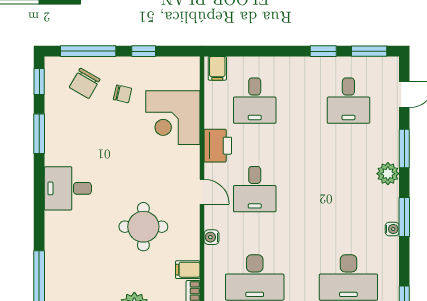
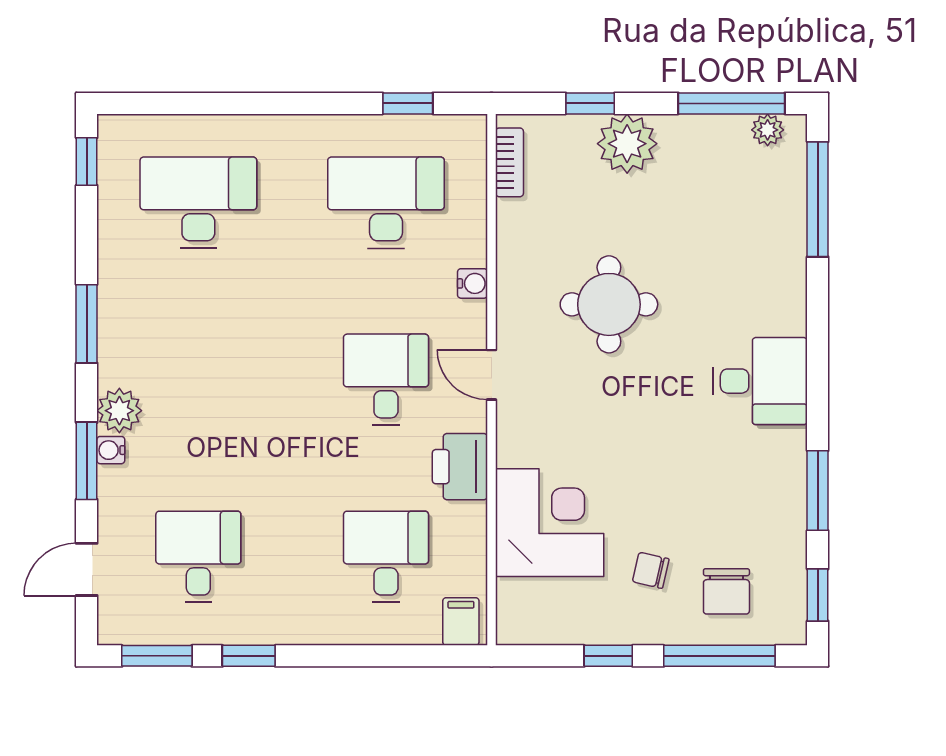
chair: (85, 83) -> (726, 591), turned 150
water cooler: (392, 229) -> (111, 450), moved
filing cabinet: (188, 270) -> (520, 218), removed

